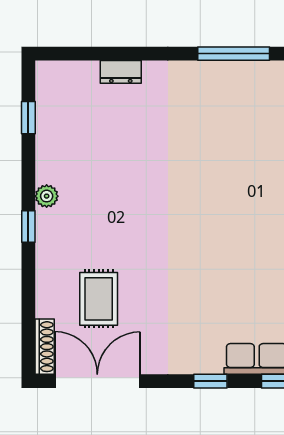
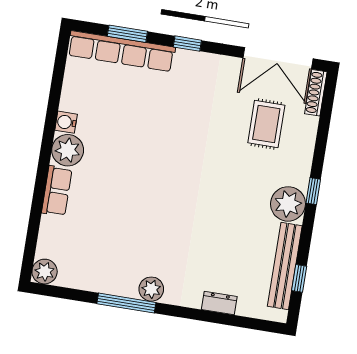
plant: (206, 76) -> (151, 289), added
bench: (48, 130) -> (285, 266), added
plant: (47, 196) -> (288, 204), width x1.87, depth x1.87

